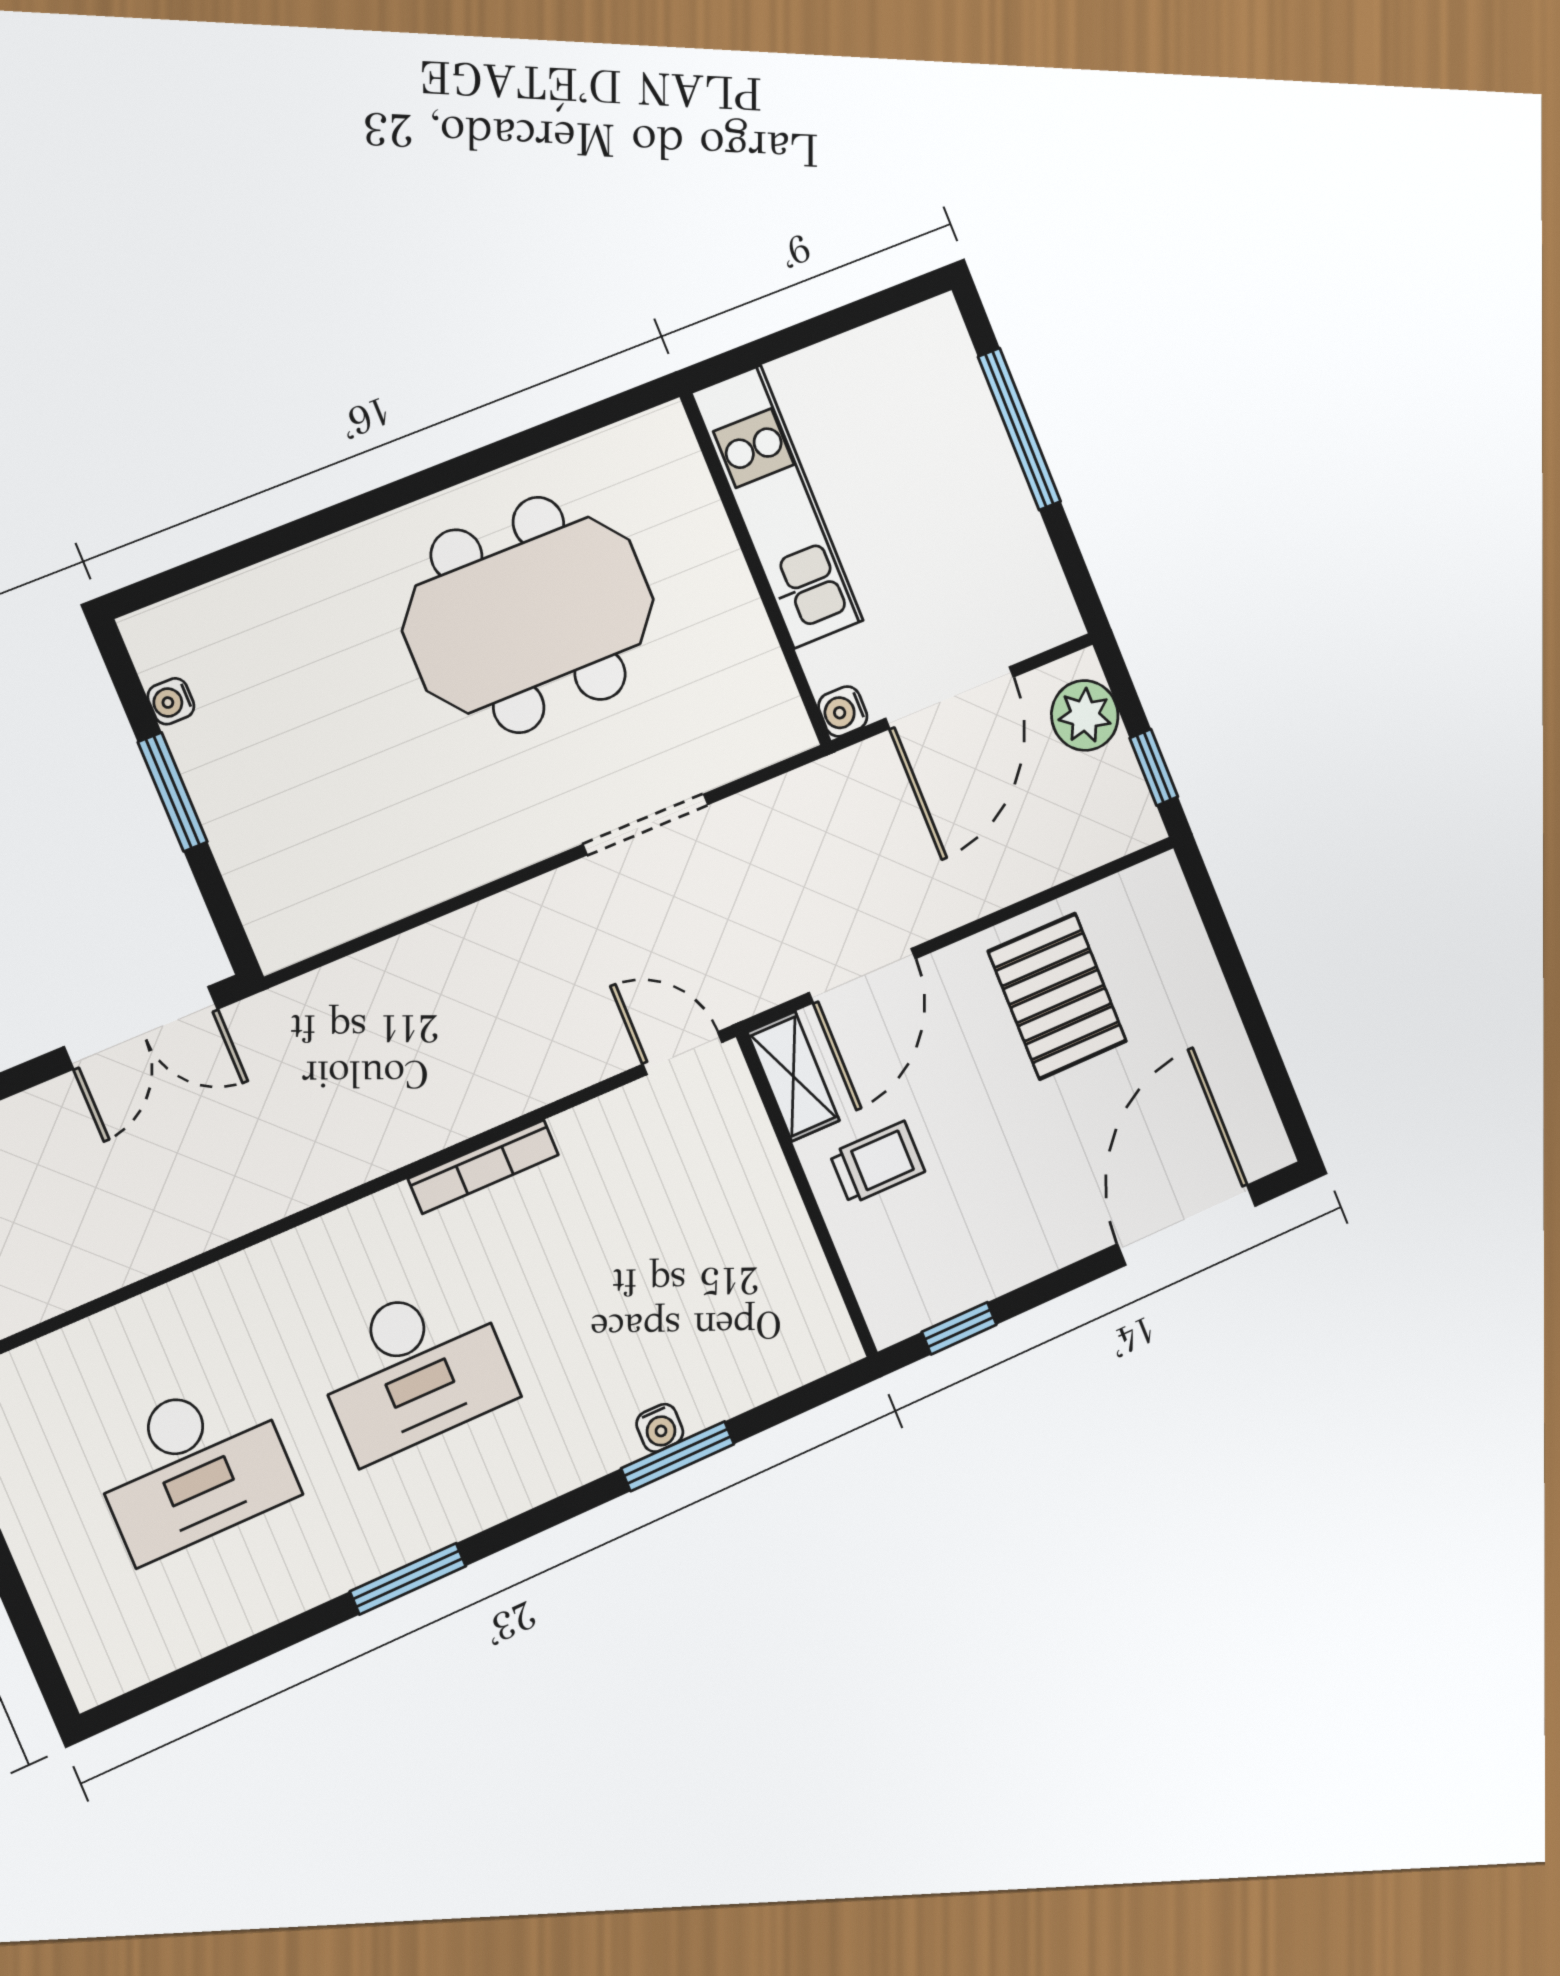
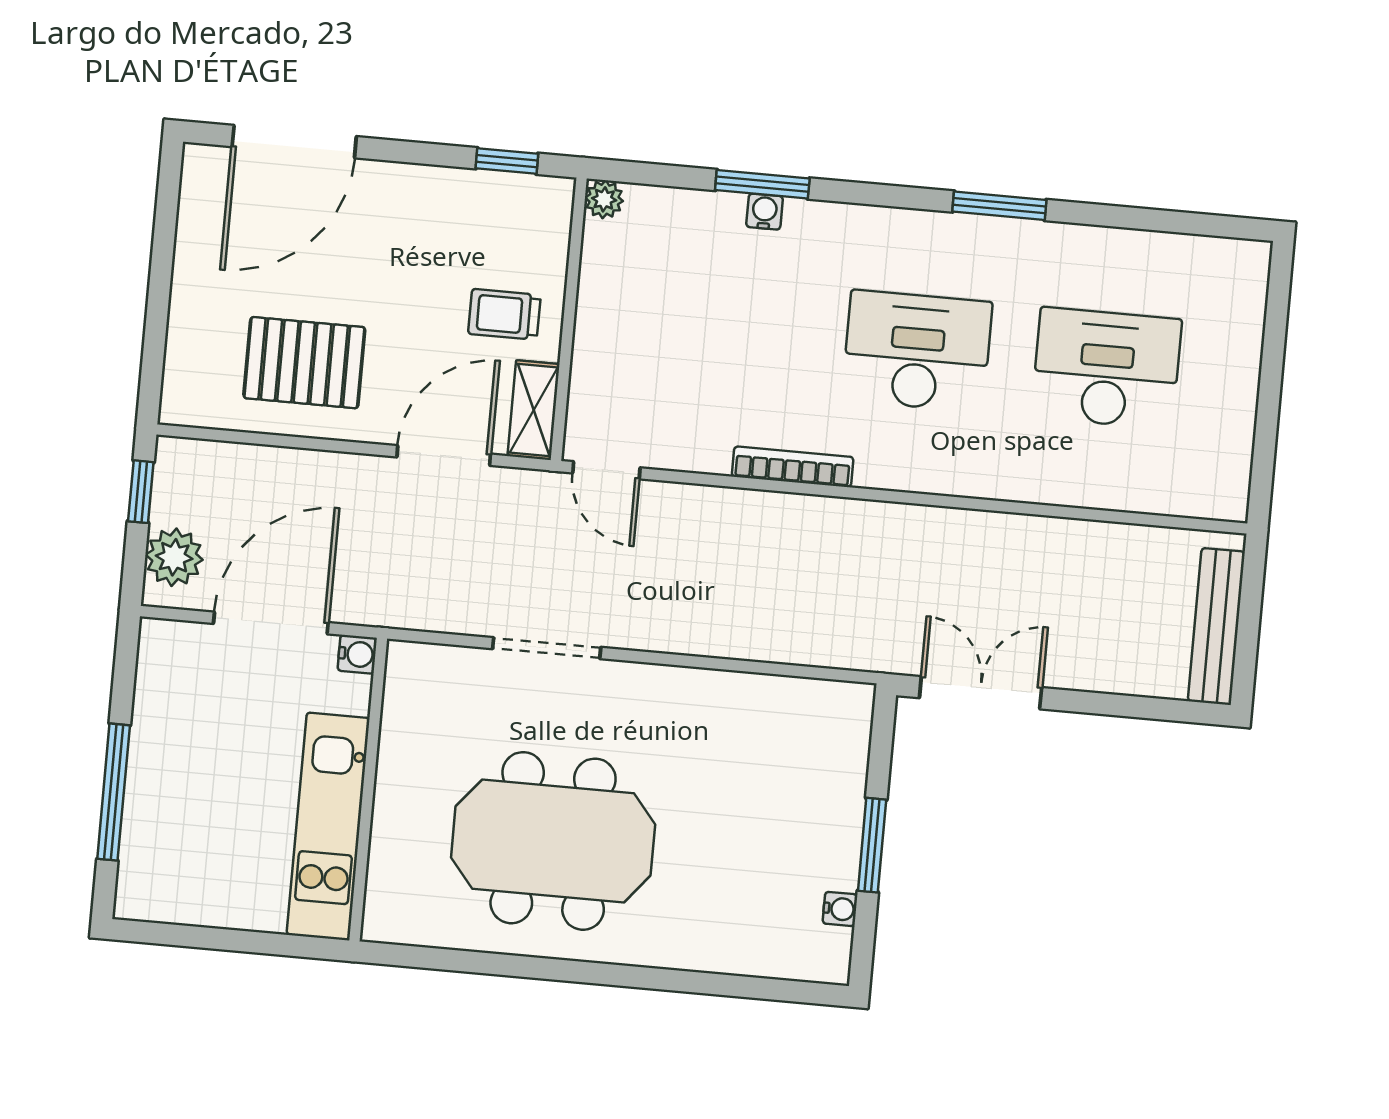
pallet: (1057, 996) -> (304, 363), turned 90
plant: (837, 1345) -> (604, 199), added

